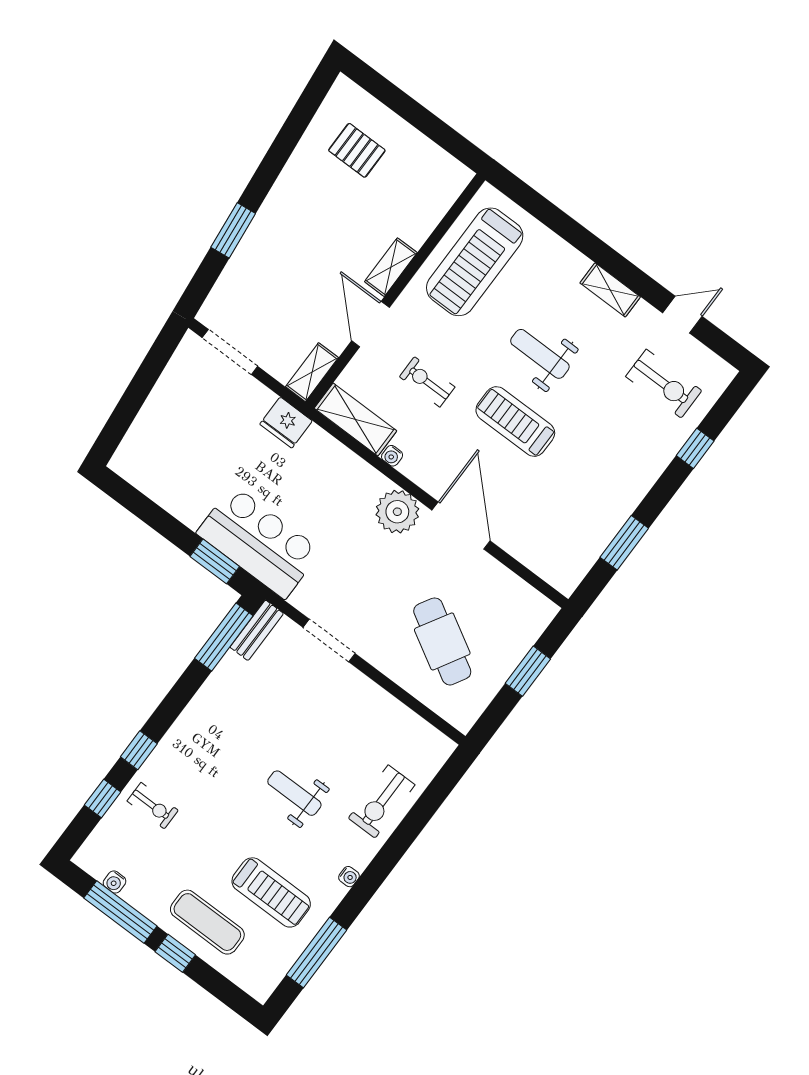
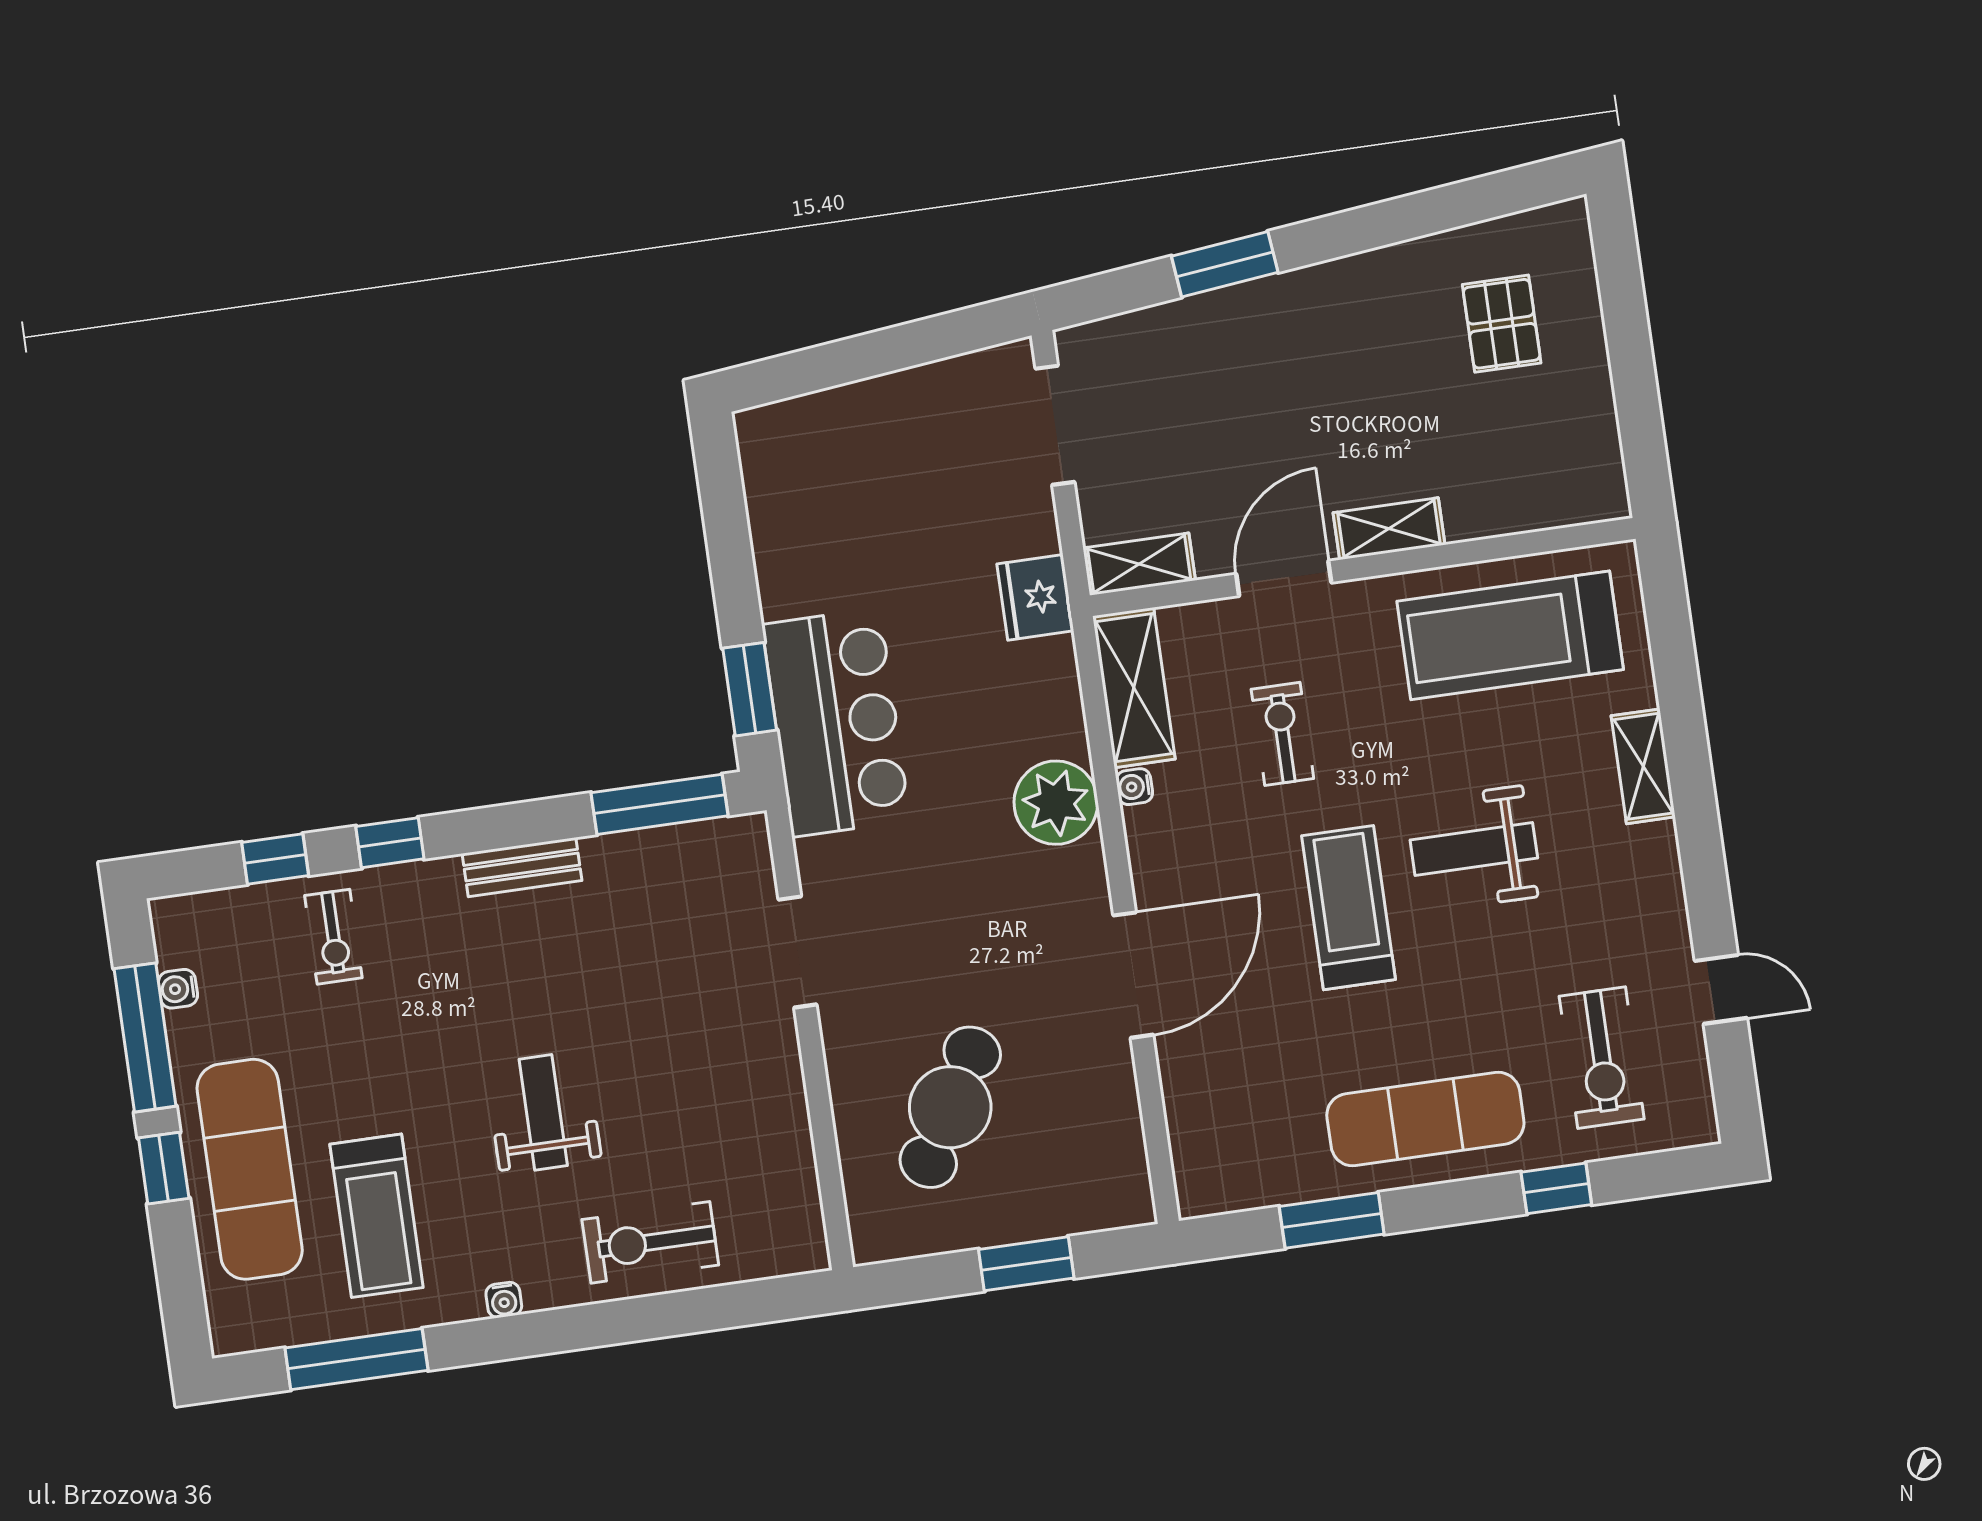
shelving: (610, 290) -> (1643, 766), moved
weight bench: (540, 354) -> (1474, 849), turned -90
exercise mat: (621, 471) -> (1425, 1119), added
plant: (397, 512) -> (1056, 803), moved
bench: (257, 630) -> (522, 867), moved
exercise mat: (207, 922) -> (250, 1169), width x1.36, depth x1.45

